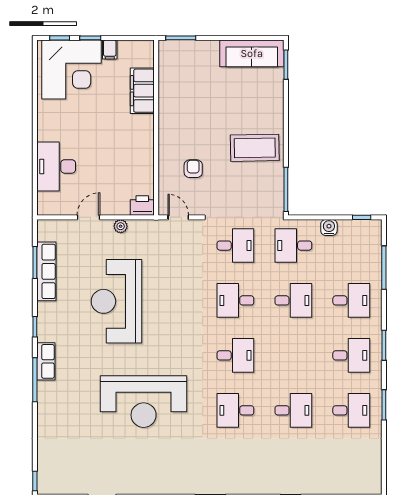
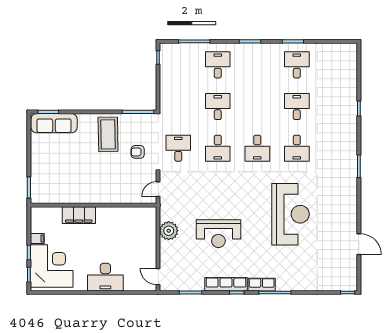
sofa: (252, 53) -> (54, 123), moved, turned 90
filing cabinet: (142, 91) -> (79, 215), moved
desk: (56, 166) -> (105, 277), moved
armchair: (193, 169) -> (138, 152), moved
printer: (142, 206) -> (150, 215), removed
door: (88, 217) -> (158, 277), moved
plant: (121, 226) -> (169, 231), width x1.88, depth x1.88
water cooler: (329, 227) -> (165, 81), removed
desk: (293, 246) -> (178, 107), removed
row of seats: (46, 271) -> (226, 284), moved
reception desk: (117, 301) -> (218, 234), width x0.74, depth x0.77
desk: (235, 355) -> (257, 148), turned 180
desk: (351, 355) -> (257, 65), removed

